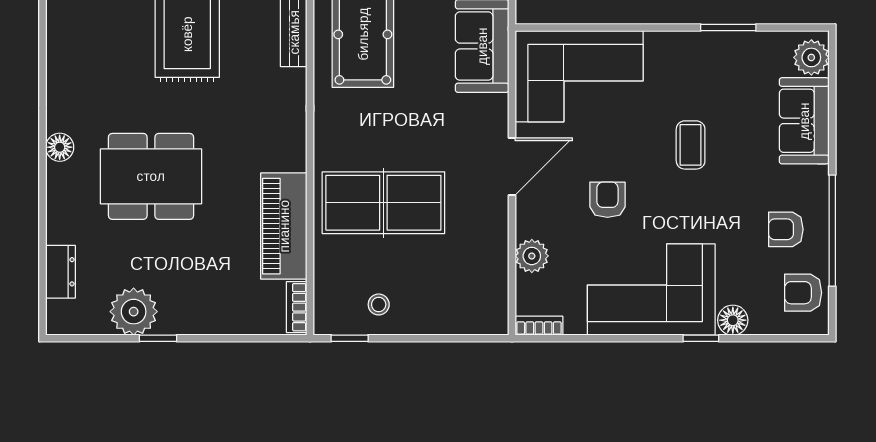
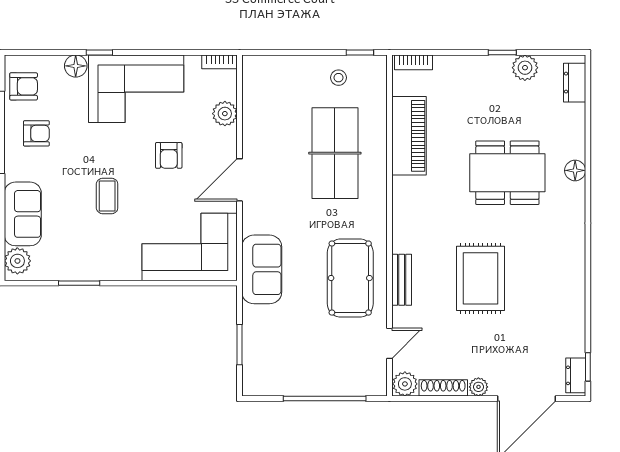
floor lamp: (60, 147) -> (575, 170), moved
table tennis table: (383, 203) -> (335, 153), turned 90
dresser: (60, 272) -> (575, 83), moved
bookcase: (297, 307) -> (414, 62), moved, turned 90
plant: (134, 312) -> (525, 68), width x0.73, depth x0.73

